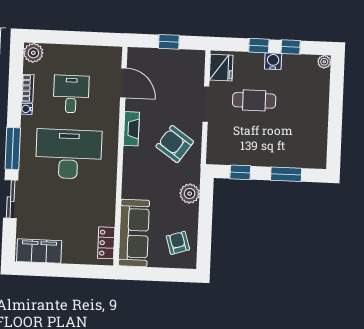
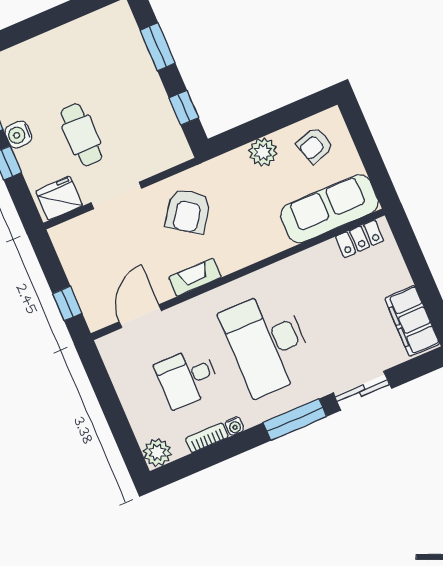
window: (169, 42) -> (67, 303), moved
plant: (190, 194) -> (263, 152), moved

